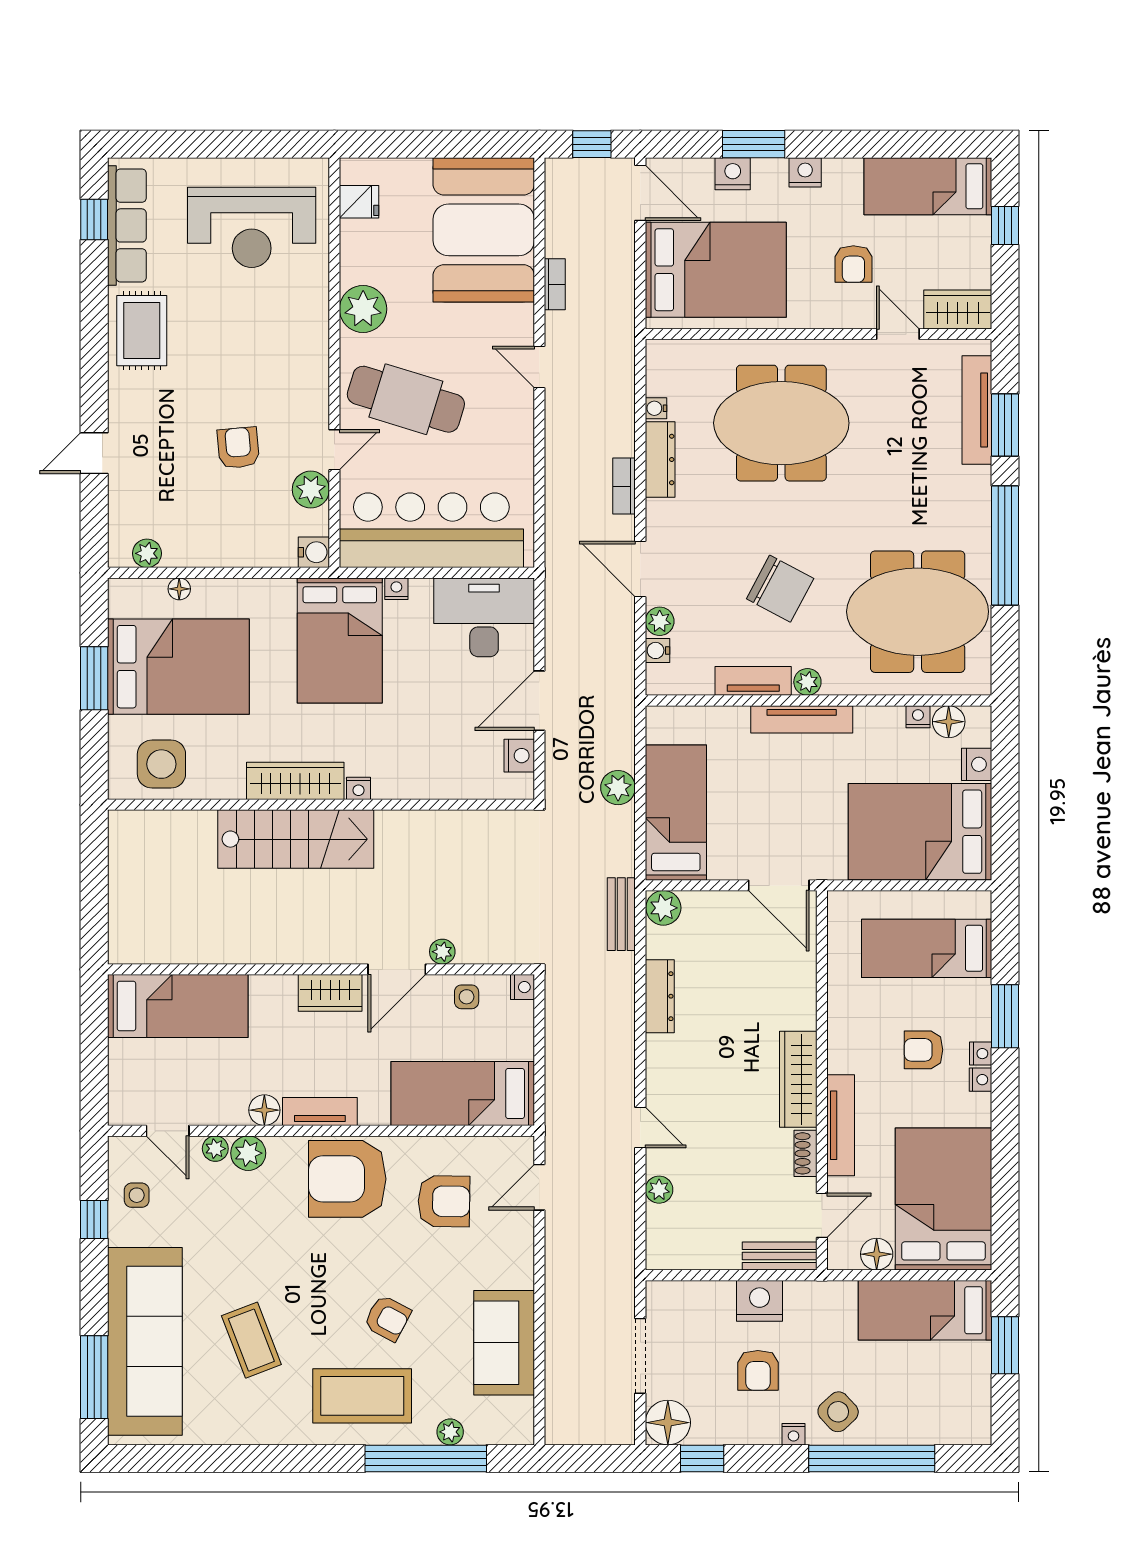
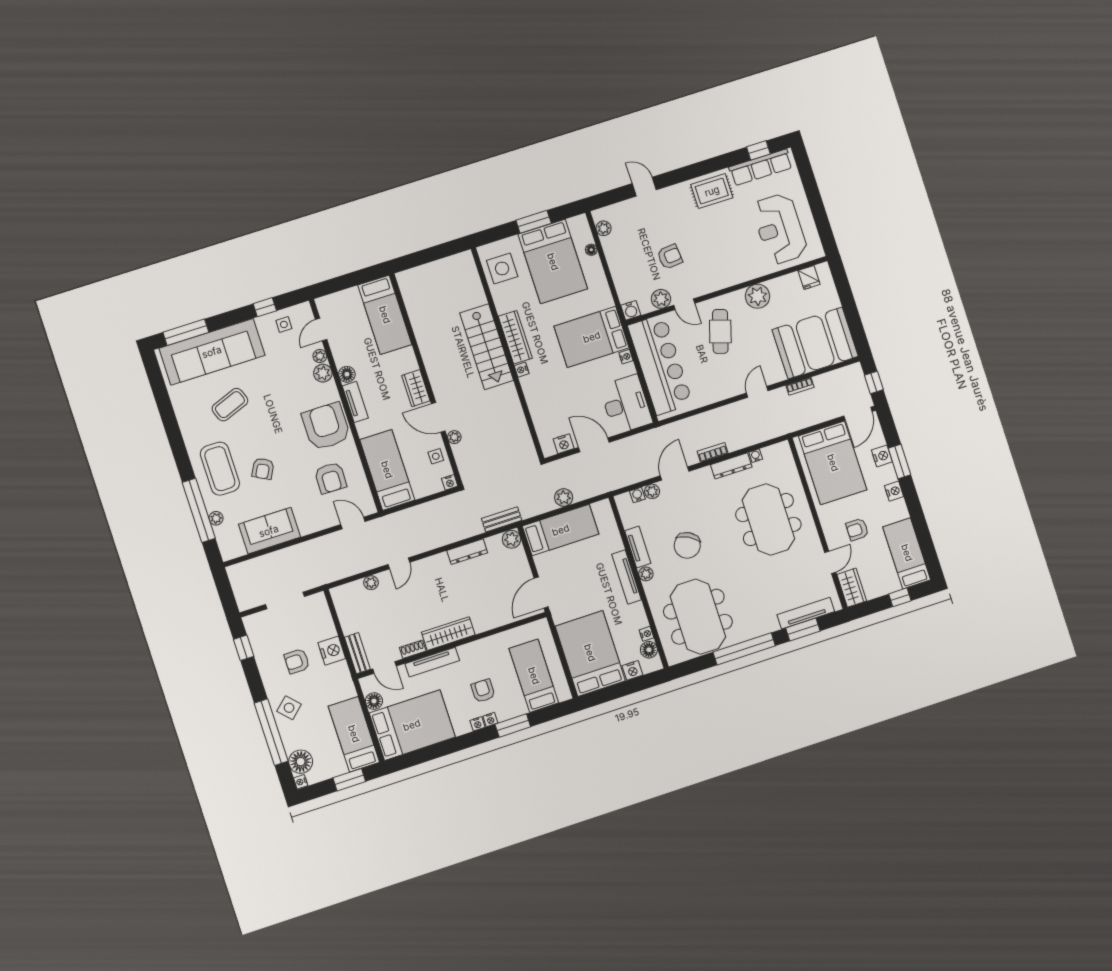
cafe table: (406, 399) -> (720, 331), width x0.73, depth x0.74
floor lamp: (668, 1423) -> (301, 762), moved
nightstand: (794, 1434) -> (301, 782), moved

